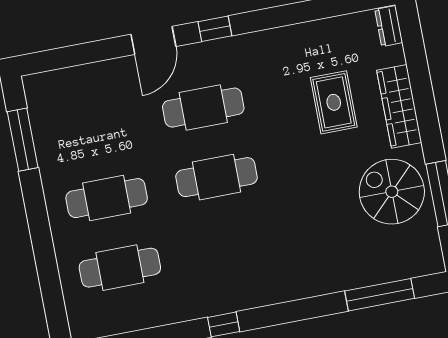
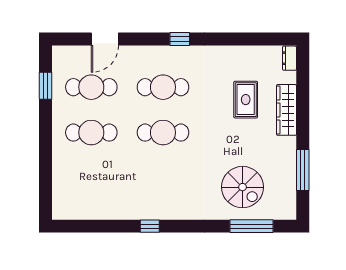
door: (153, 40) -> (105, 39), moved
window: (23, 140) -> (45, 86), width x0.69
spiral stairs: (392, 192) -> (242, 187), moved, turned 180
cafe table: (120, 268) -> (91, 87), moved

